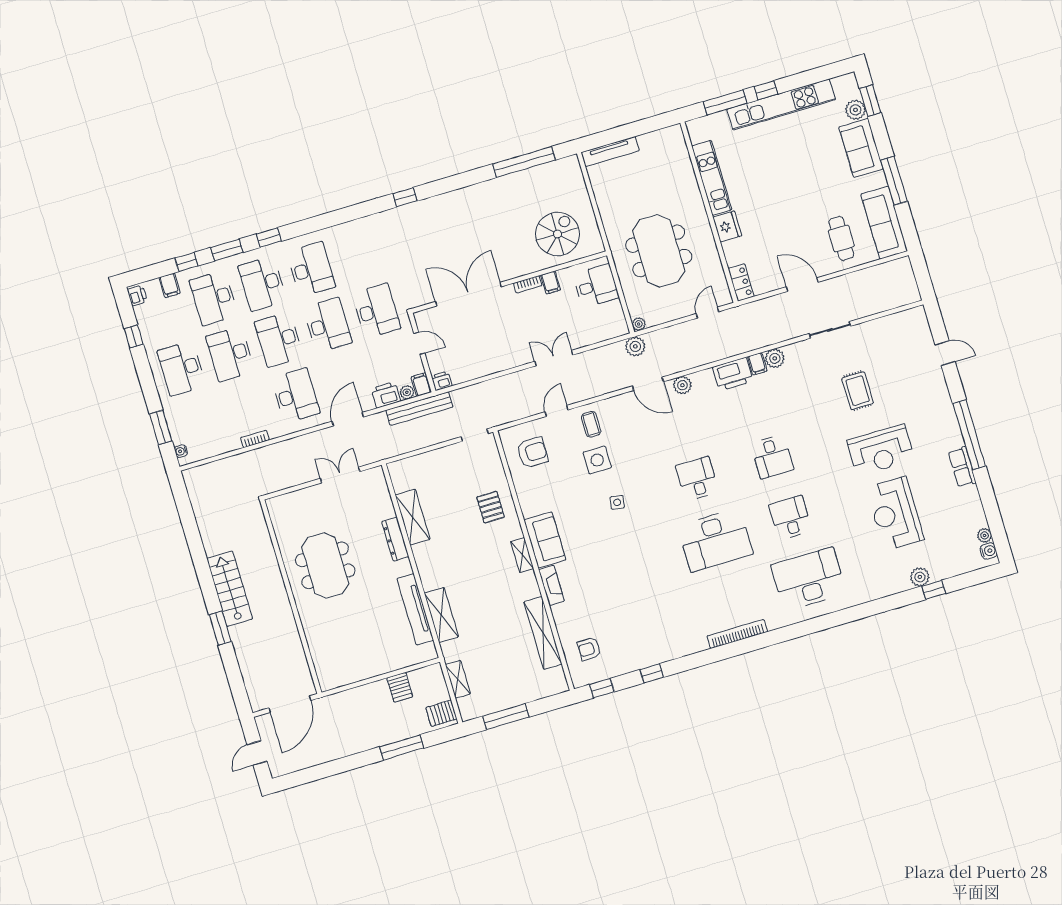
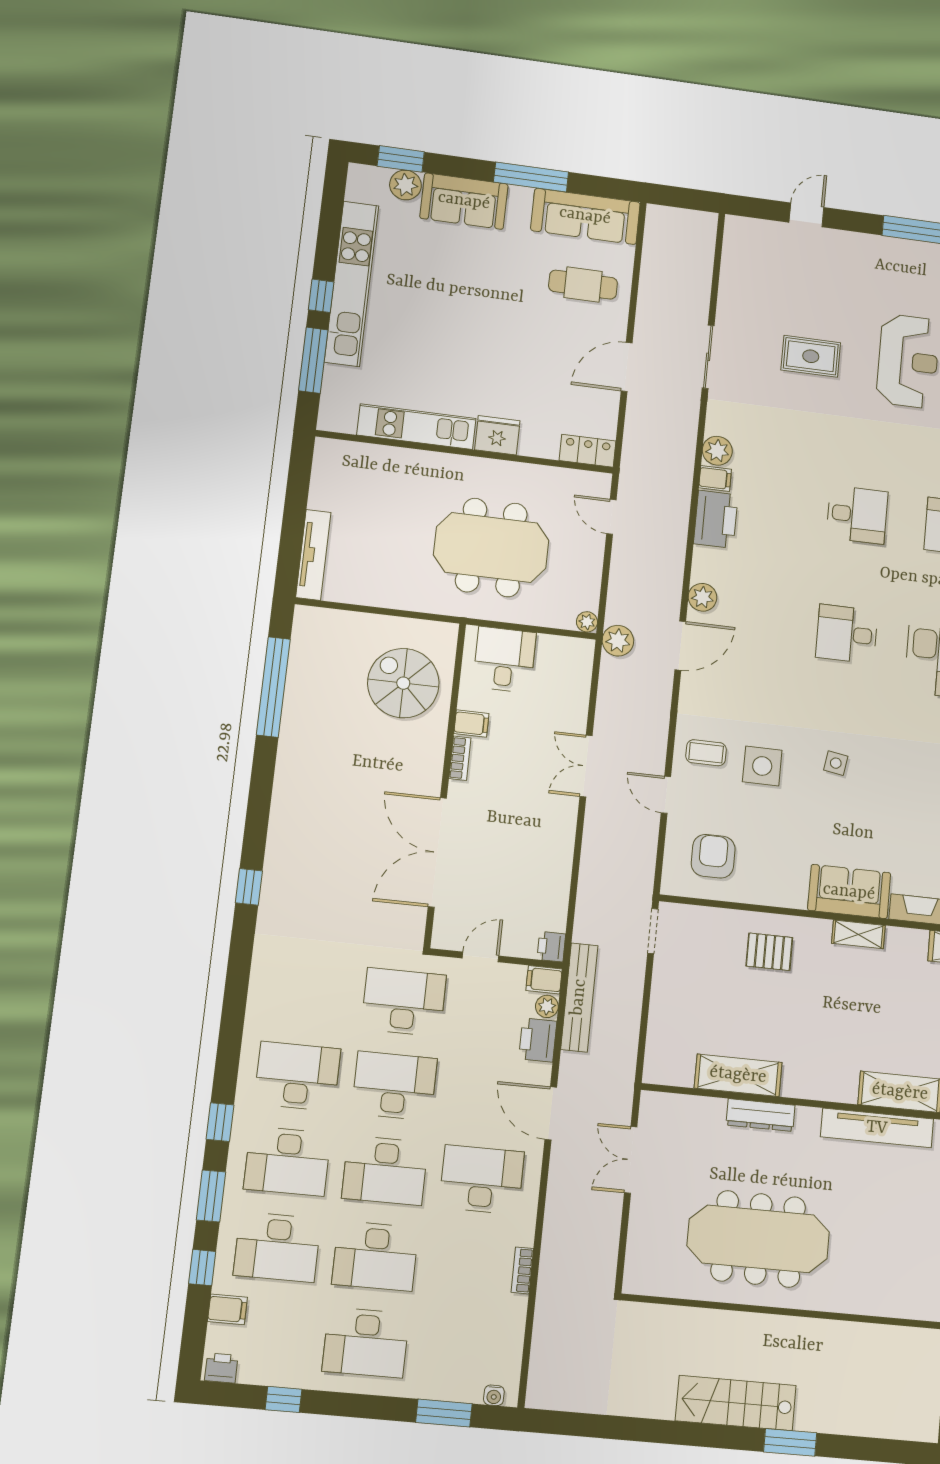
meeting table: (325, 565) -> (758, 1239), width x1.36

